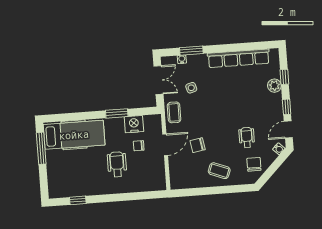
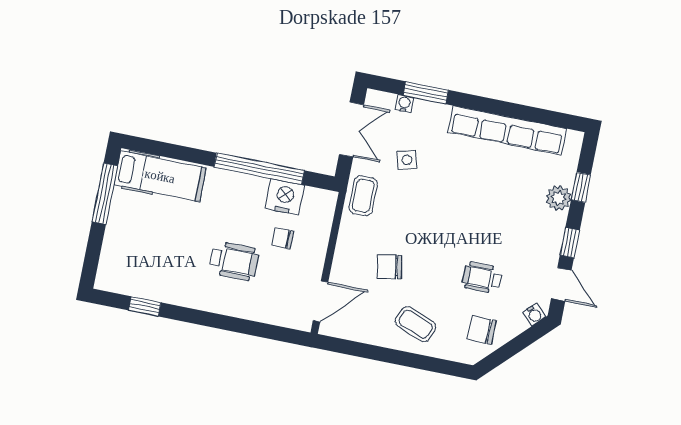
window: (117, 113) -> (259, 169), width x2.11
door: (288, 129) -> (561, 284), swing flipped
hospital bed: (74, 135) -> (160, 176), width x0.73, depth x0.78
wheelchair: (247, 137) -> (482, 278), turned -90
door: (165, 145) -> (321, 301), moved
wheelchair: (117, 164) -> (234, 261), turned 90
chair: (254, 164) -> (482, 330), turned -90

